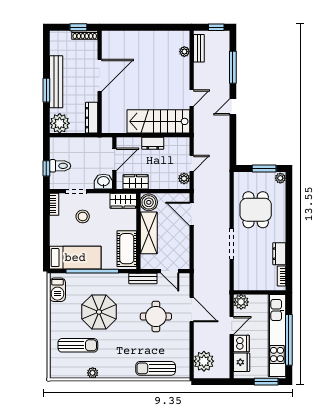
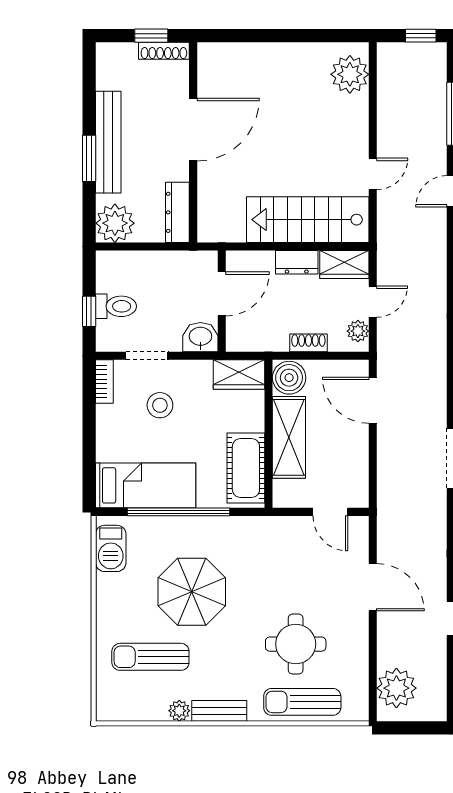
bench: (199, 48) -> (387, 77), removed
plant: (184, 52) -> (350, 74), width x1.88, depth x1.88
wardrobe: (136, 182) -> (344, 265), moved, turned 180
shoe rack: (159, 185) -> (308, 343), added
bench: (143, 278) -> (219, 711), moved
round table: (156, 316) -> (296, 644), moved
sun lounger: (78, 345) -> (150, 657), turned 180

